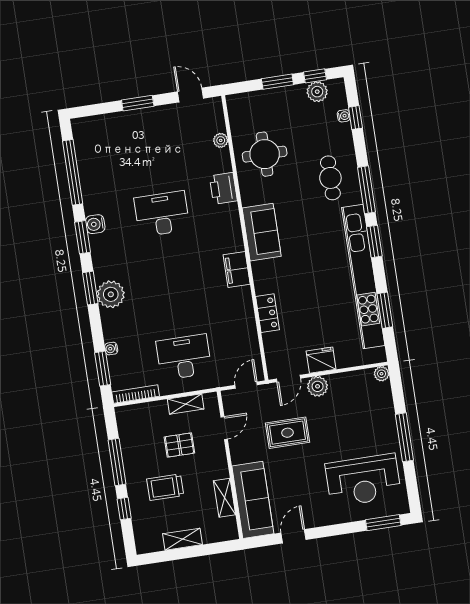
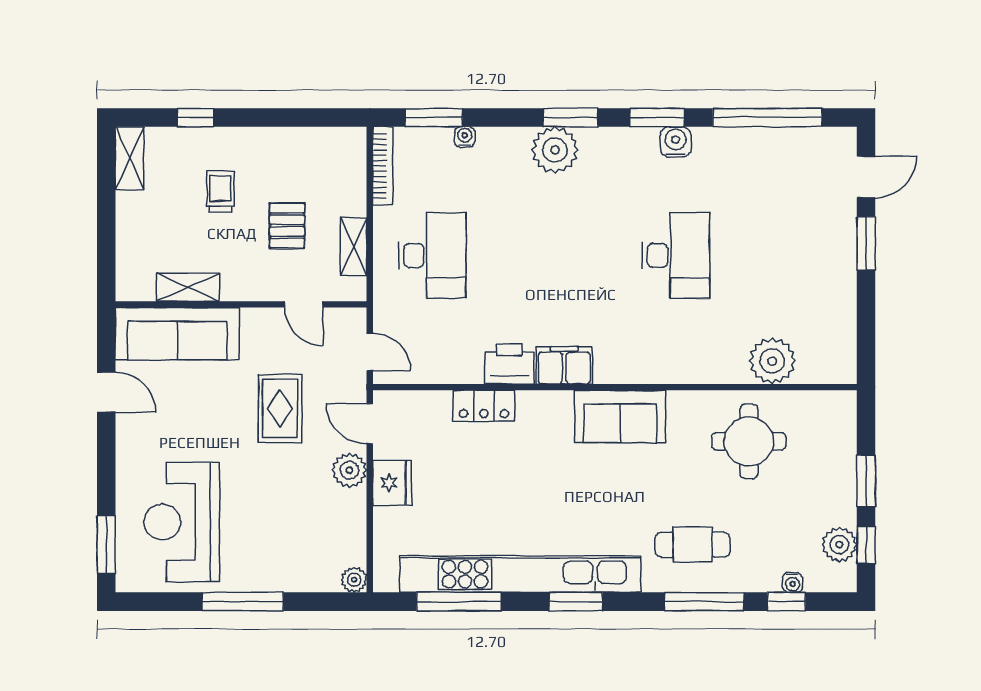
door: (190, 95) -> (866, 177), moved
plant: (221, 140) -> (772, 361), width x1.87, depth x1.87
printer: (223, 188) -> (509, 364), moved
window: (366, 190) -> (704, 602), moved
window: (385, 310) -> (459, 602), width x1.44
window: (117, 462) -> (275, 118), removed
trolley: (165, 487) -> (220, 191), width x0.73, depth x0.72
shelving: (182, 539) -> (130, 158), moved

